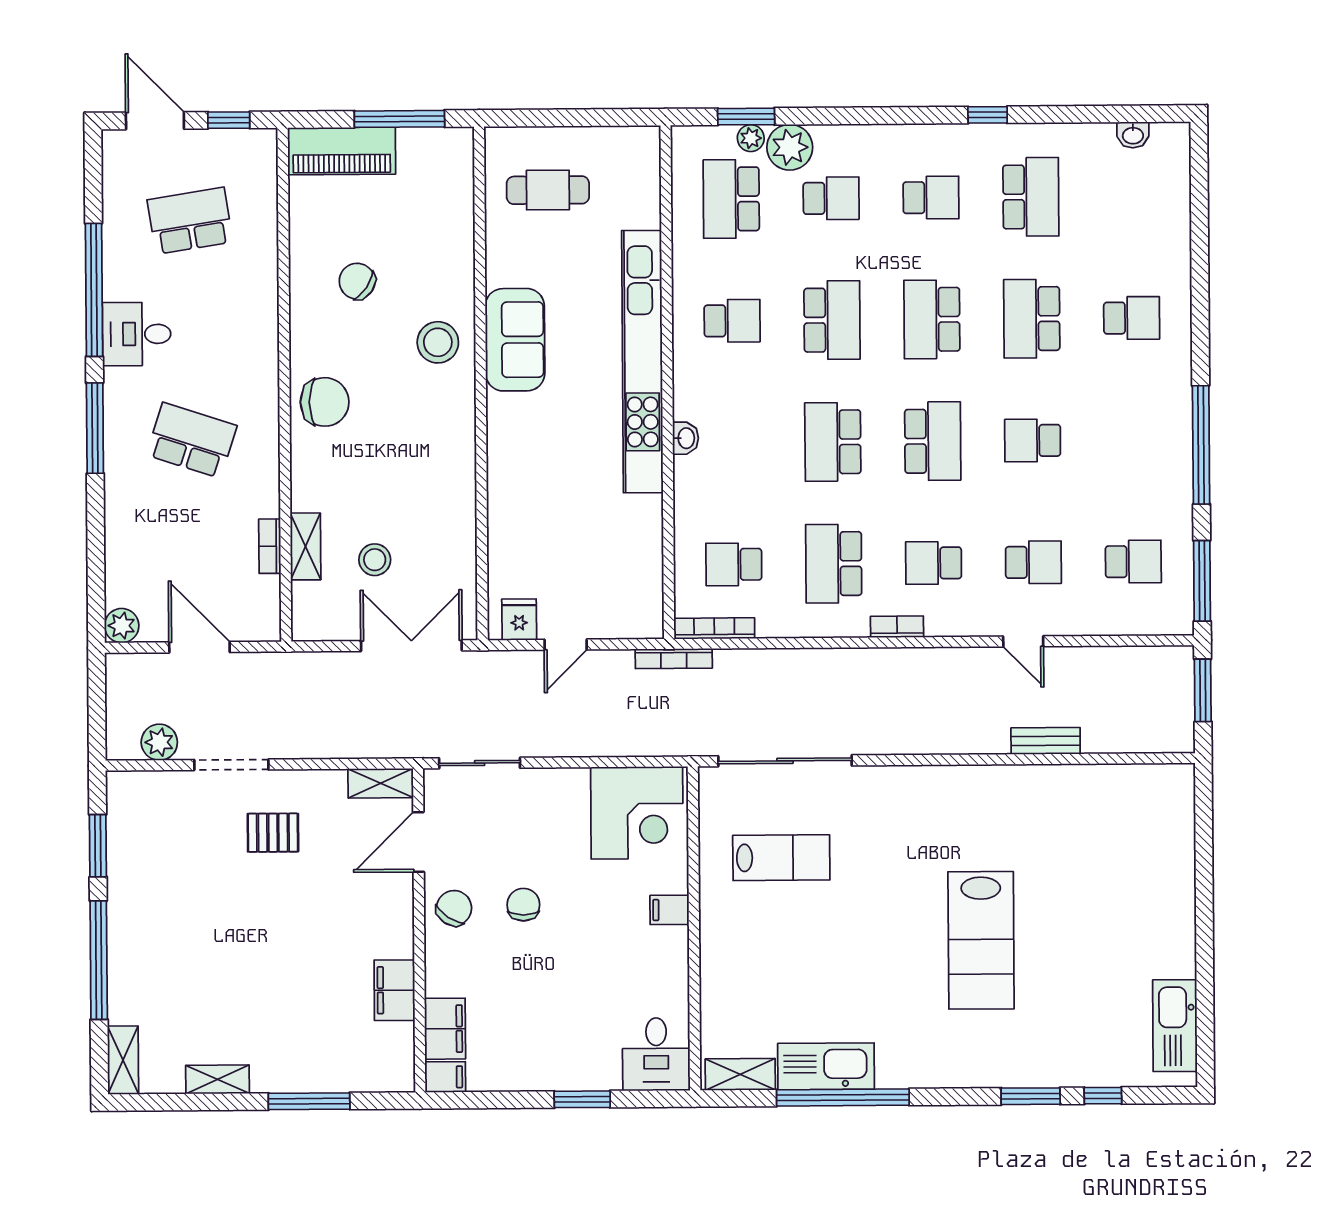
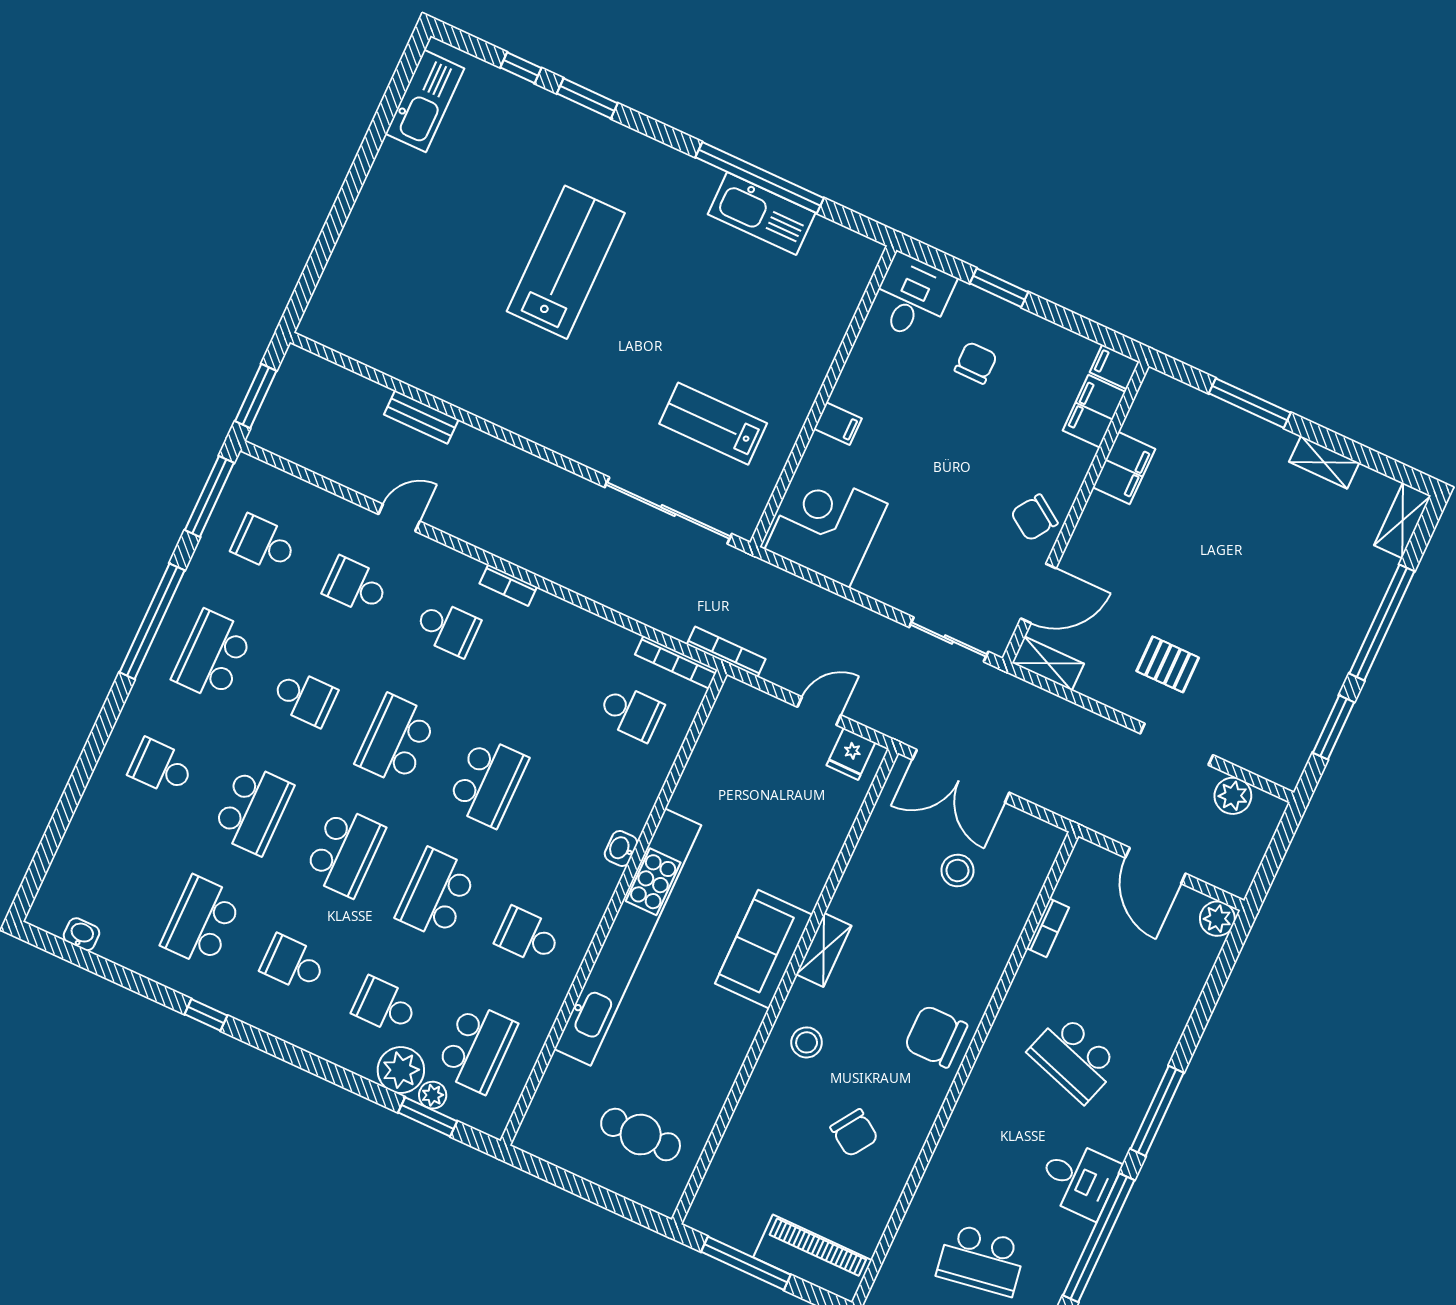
sofa: (515, 340) -> (764, 949), moved
stool: (438, 342) -> (807, 1042), width x0.73, depth x0.73
shelving: (305, 546) -> (824, 950), moved
school desk: (834, 564) -> (213, 655), moved, turned 180
door: (1023, 641) -> (399, 518), hinge flipped
chair: (523, 905) -> (976, 363), moved, turned 180
shelving: (740, 1074) -> (844, 243), removed

